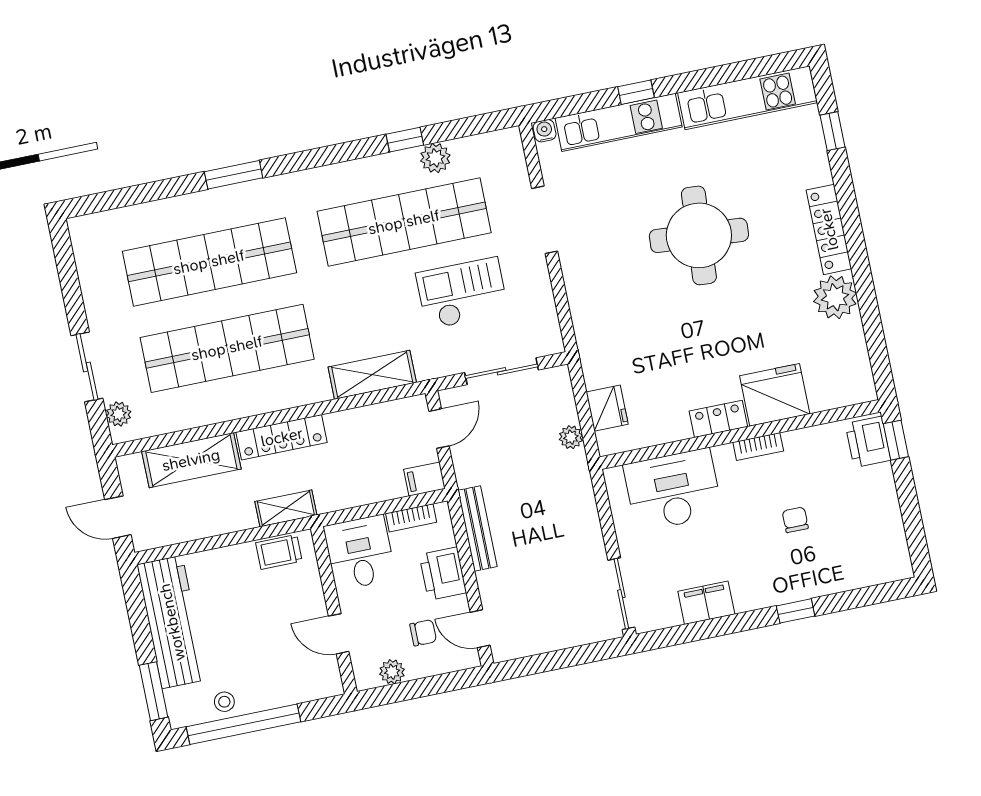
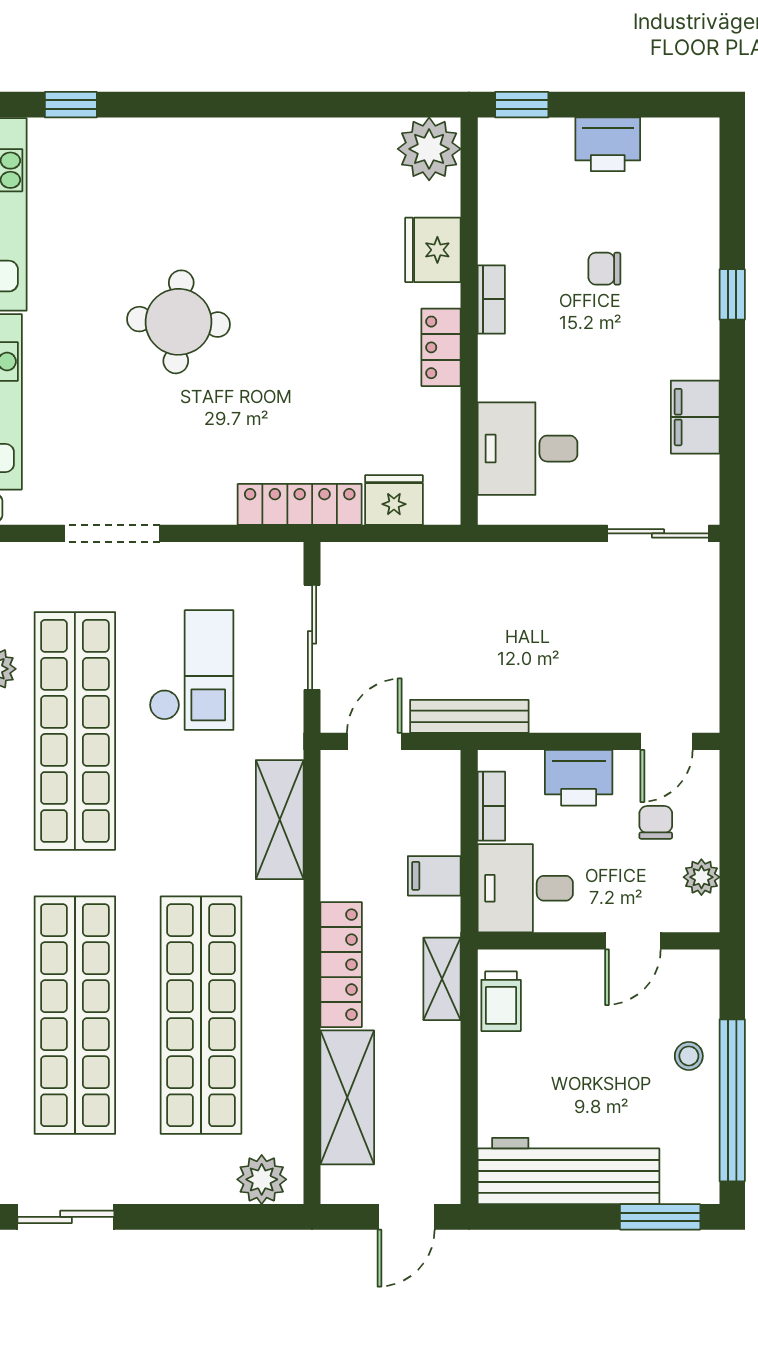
locker: (829, 229) -> (300, 504), moved, turned 180
round table: (699, 235) -> (178, 322), width x0.73, depth x0.73
checkout: (462, 293) -> (191, 670), turned 180
plant: (835, 297) -> (429, 149), moved
sliding door: (87, 367) -> (66, 1217), moved
fridge: (775, 395) -> (433, 250), width x0.73, depth x0.75
plant: (119, 414) -> (262, 1179), width x1.38, depth x1.38
door: (439, 429) -> (374, 741), hinge flipped
plant: (571, 437) -> (424, 559), removed
printer: (868, 442) -> (608, 144), moved
filing cabinet: (424, 479) -> (434, 876), moved, turned 90
desk: (673, 490) -> (527, 449), width x0.73
bench: (477, 528) -> (469, 716), moved
stool: (224, 702) -> (689, 1056), moved

